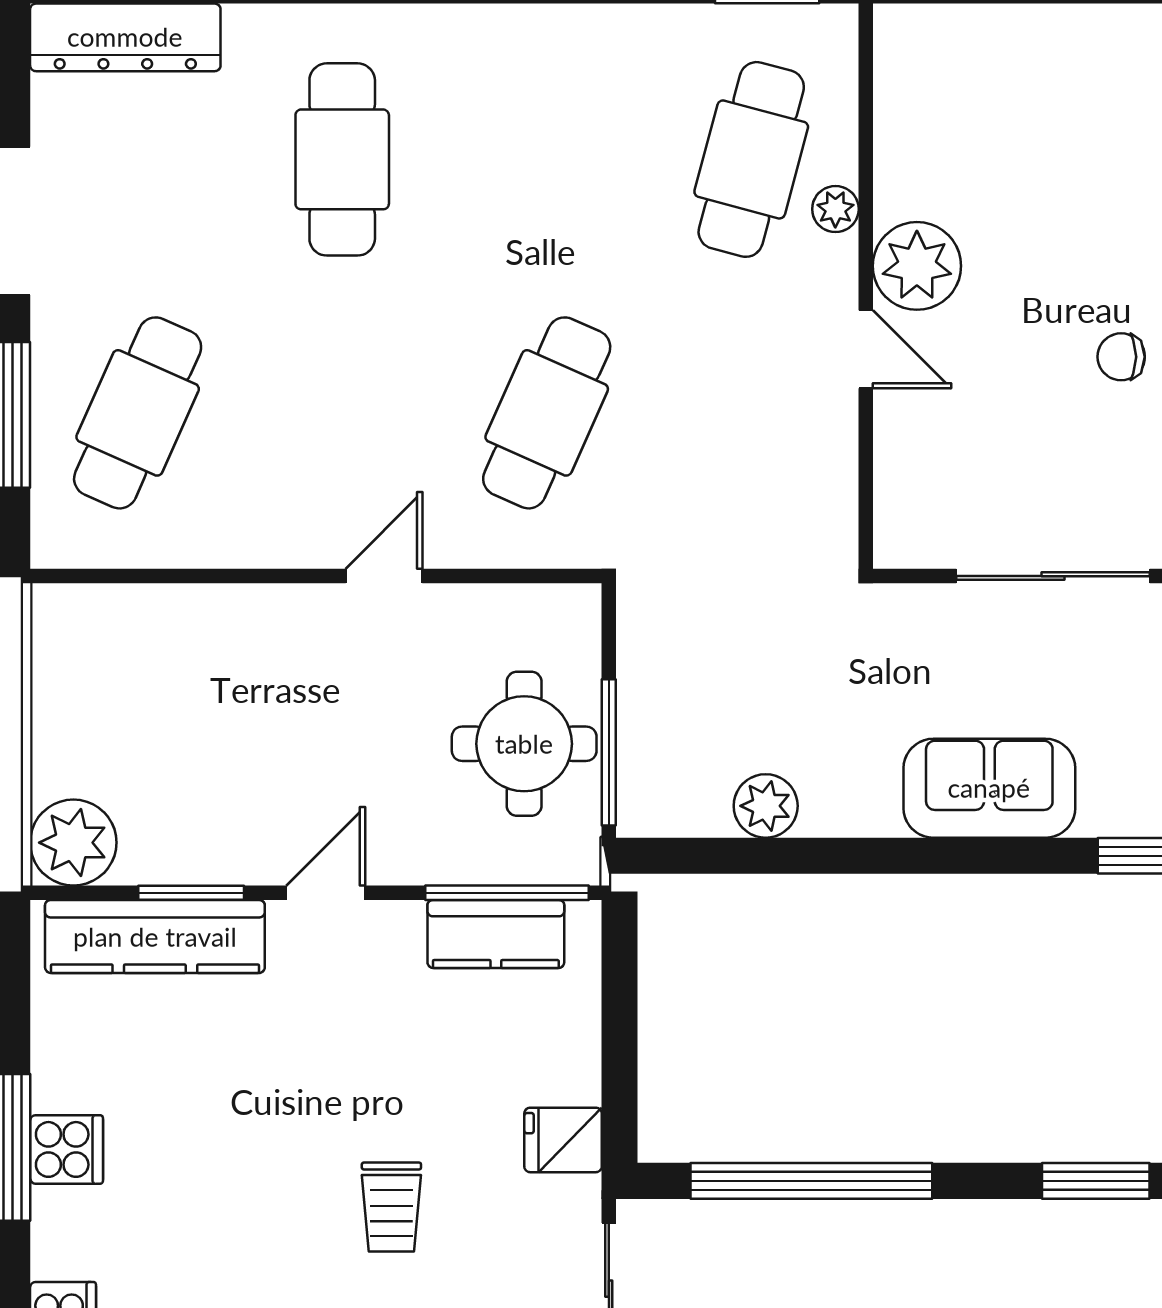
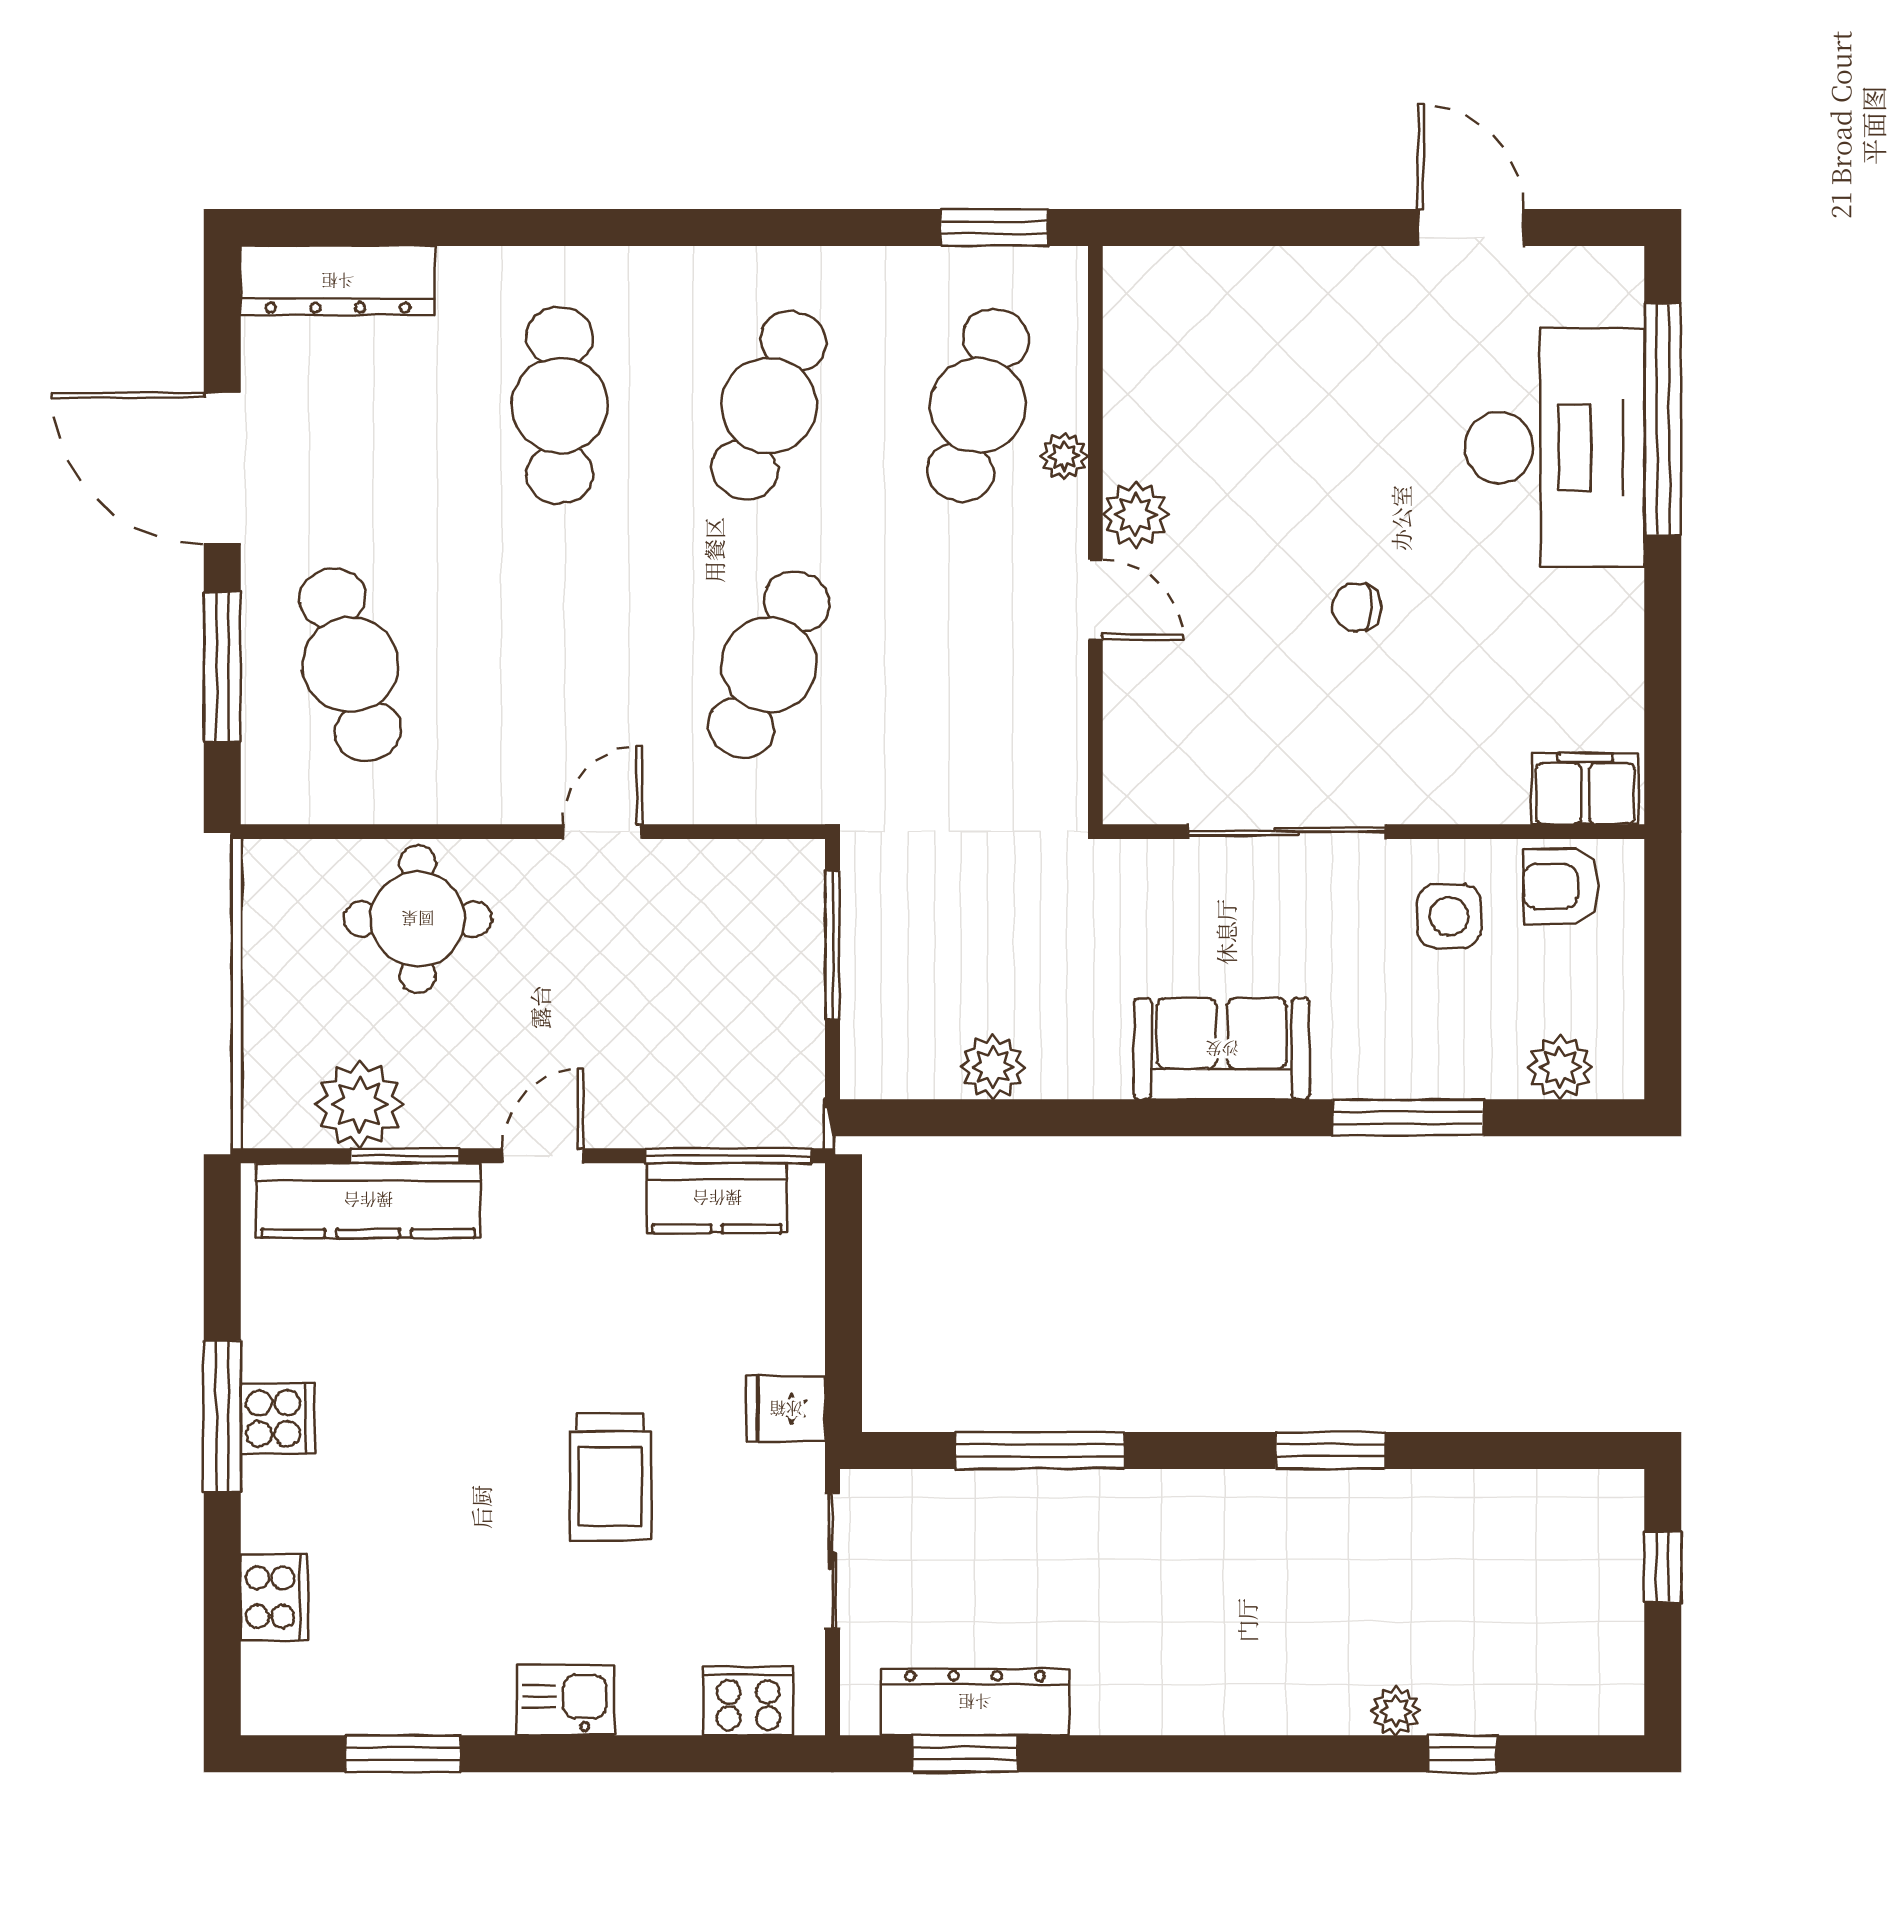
cafe table: (547, 159) -> (769, 405), added
plant: (917, 266) -> (1136, 514), width x0.73, depth x0.73
cafe table: (138, 413) -> (350, 665), turned -39
round table: (524, 744) -> (418, 919), moved
window: (609, 752) -> (832, 945), moved
plant: (73, 843) -> (359, 1104), moved
window: (811, 1181) -> (1040, 1450), width x0.68
trolley: (391, 1207) -> (610, 1477), width x1.36, depth x1.39

